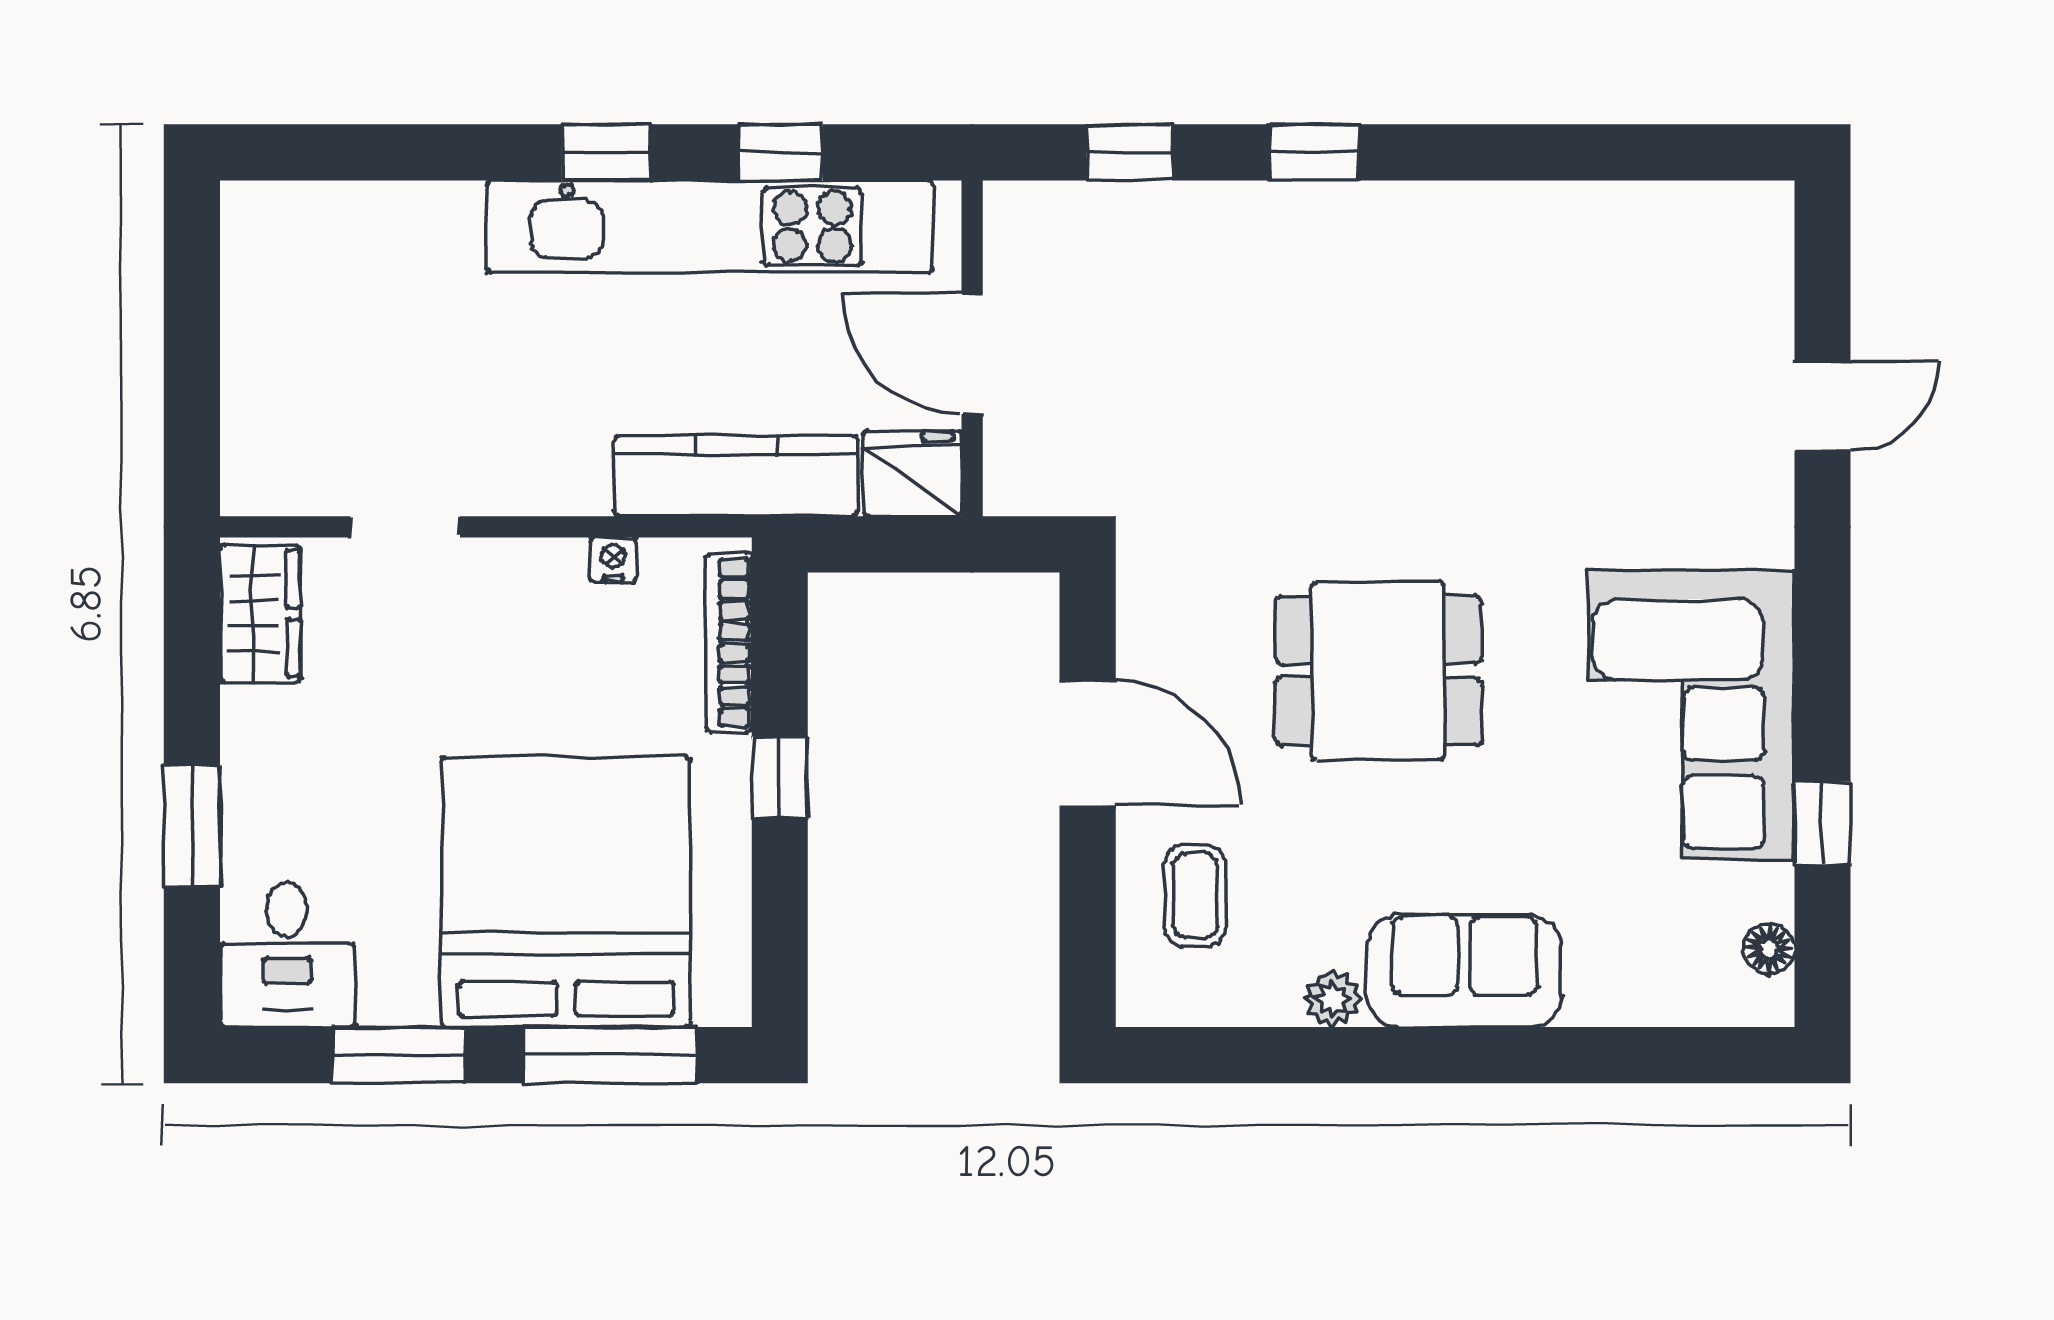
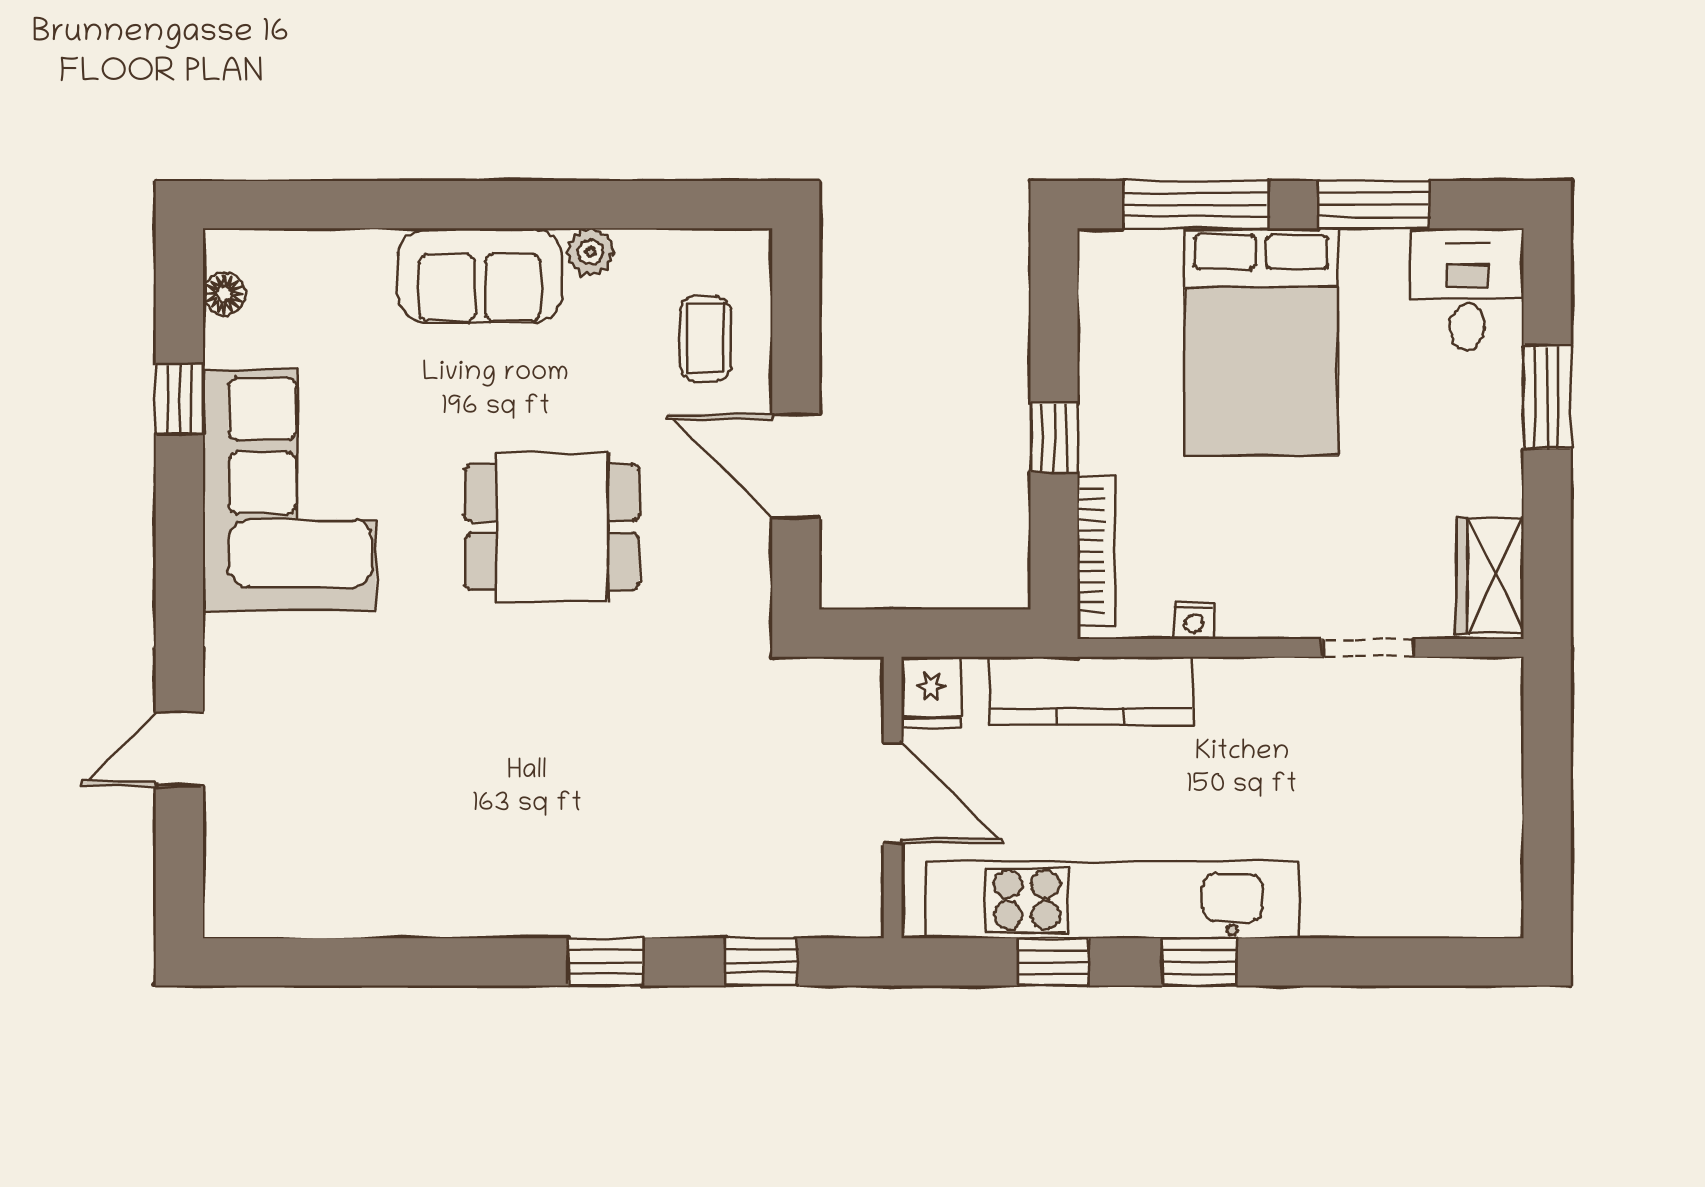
fridge: (912, 474) -> (931, 692), width x0.72
bed: (566, 892) -> (1261, 342), width x0.73

